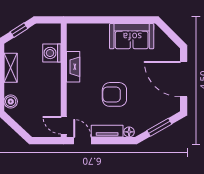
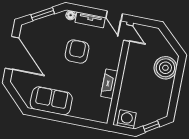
washing machine: (52, 53) -> (127, 119), moved, turned -90
shelving: (11, 68) -> (166, 94), removed
armchair: (114, 94) -> (77, 52), turned -90
boiler: (11, 102) -> (165, 68), width x1.86, depth x1.86

